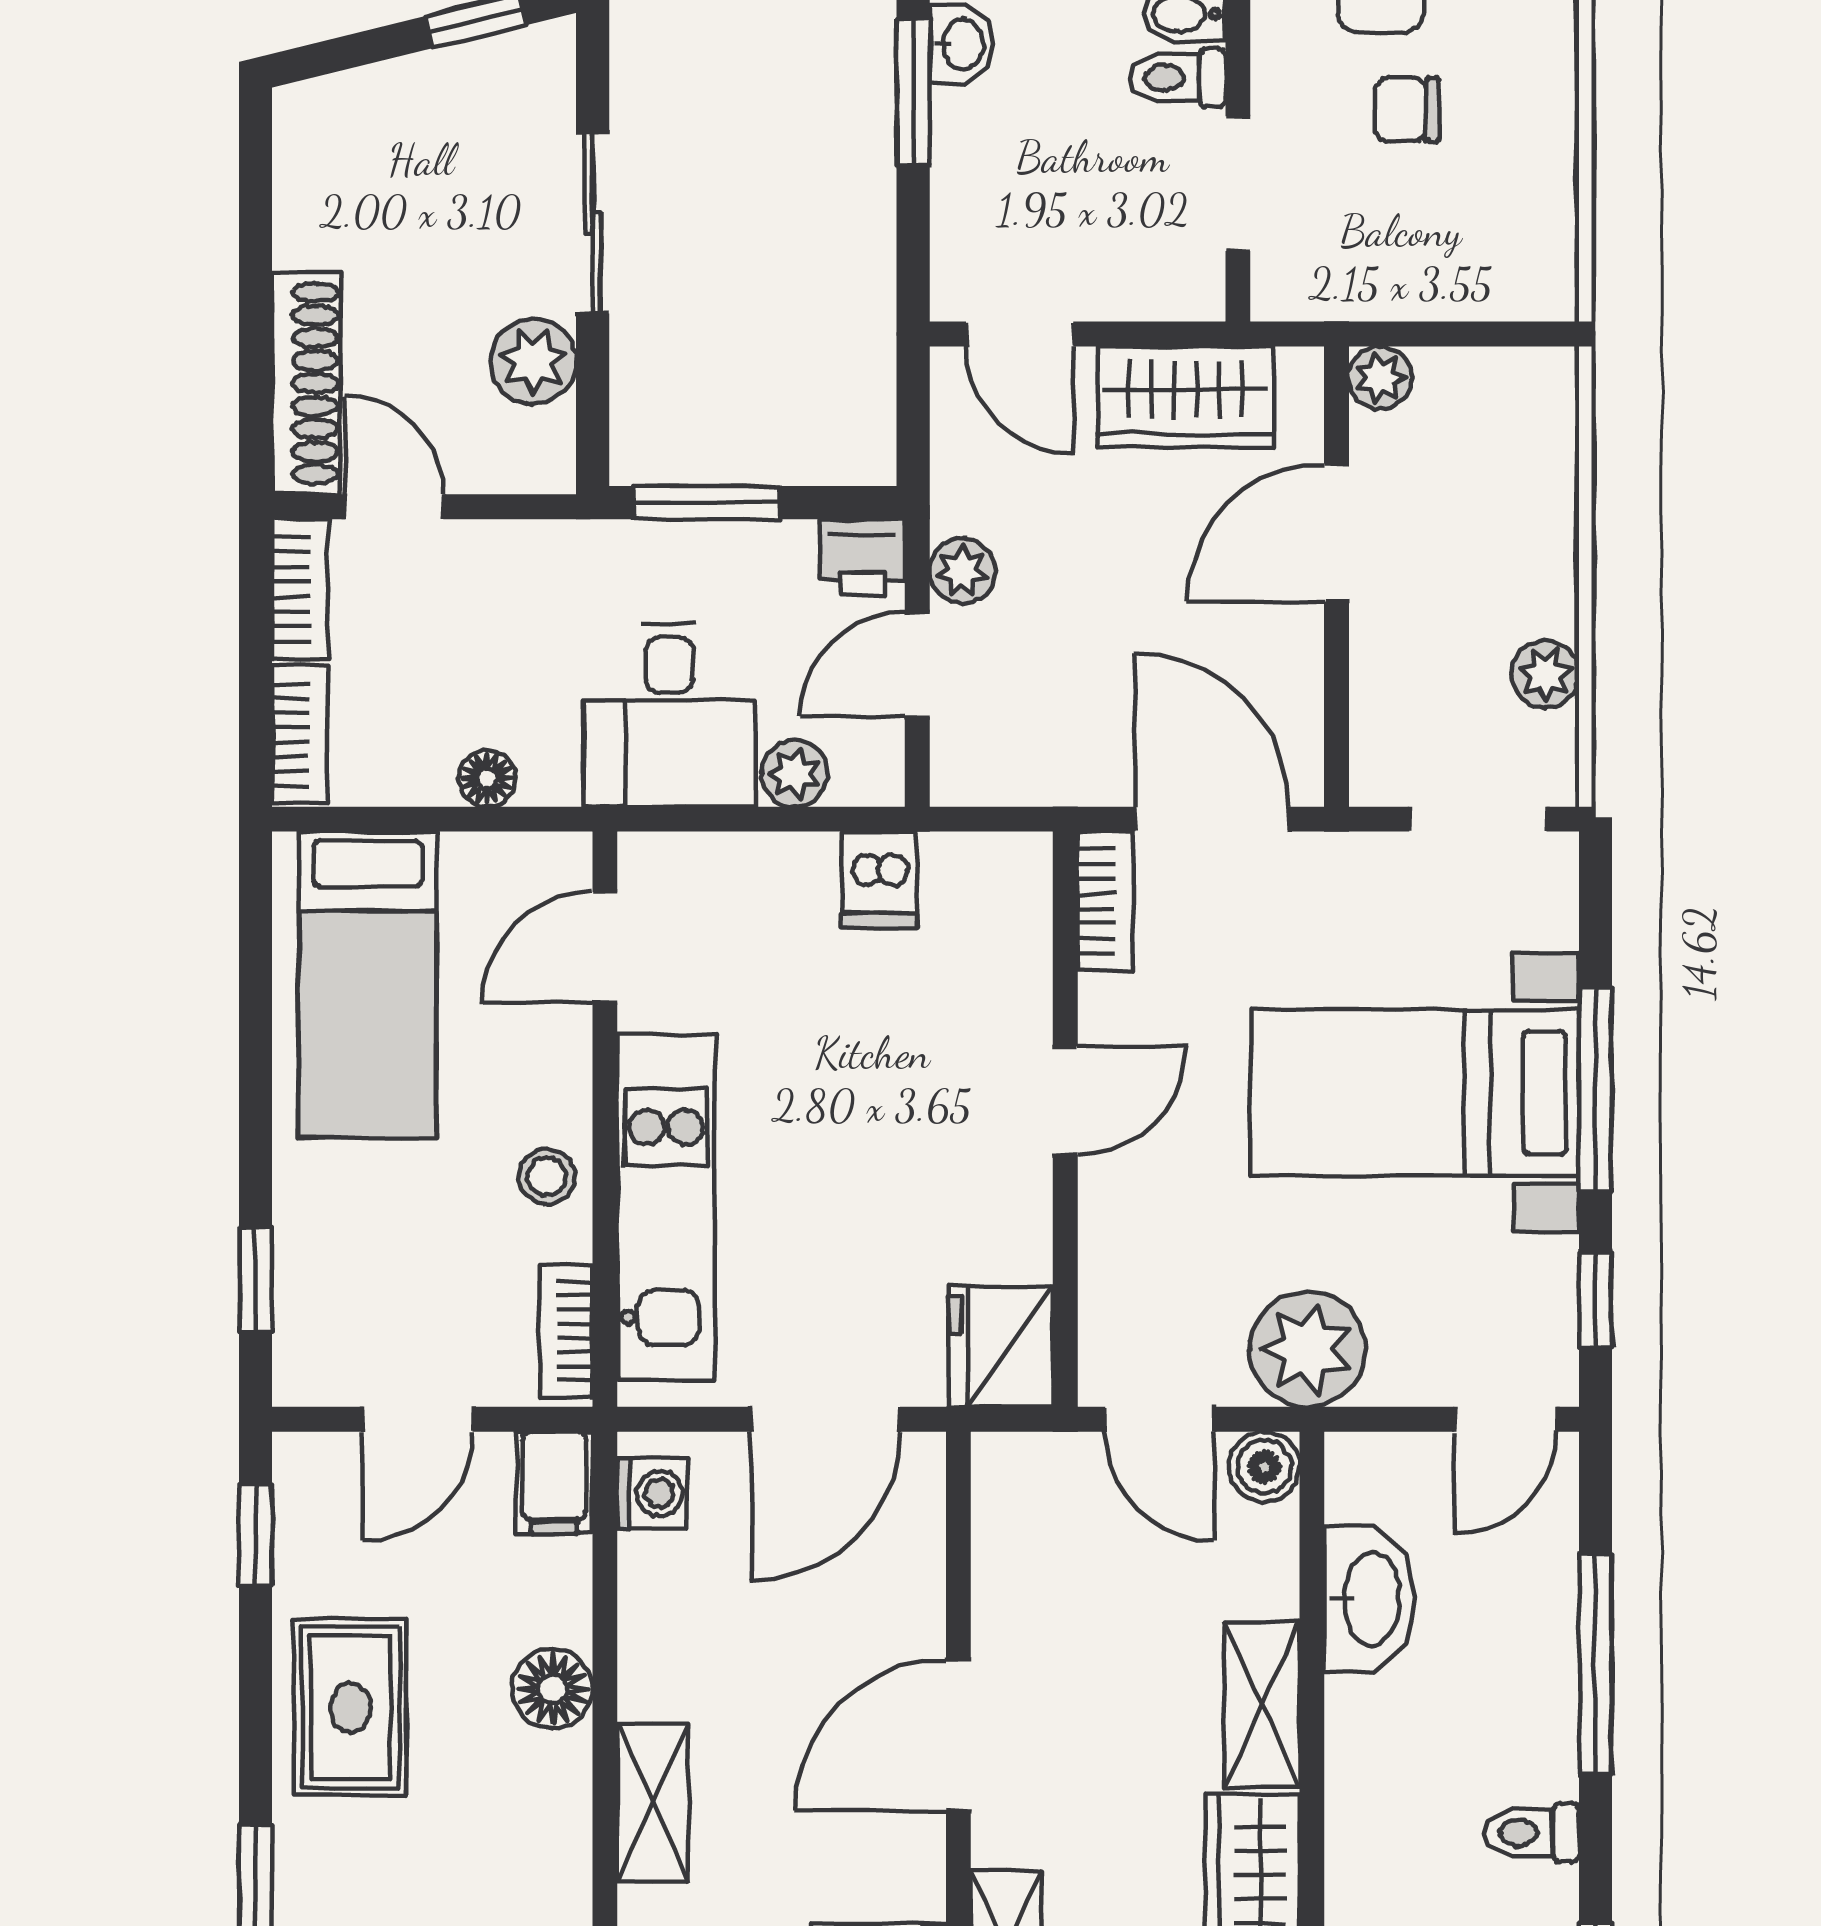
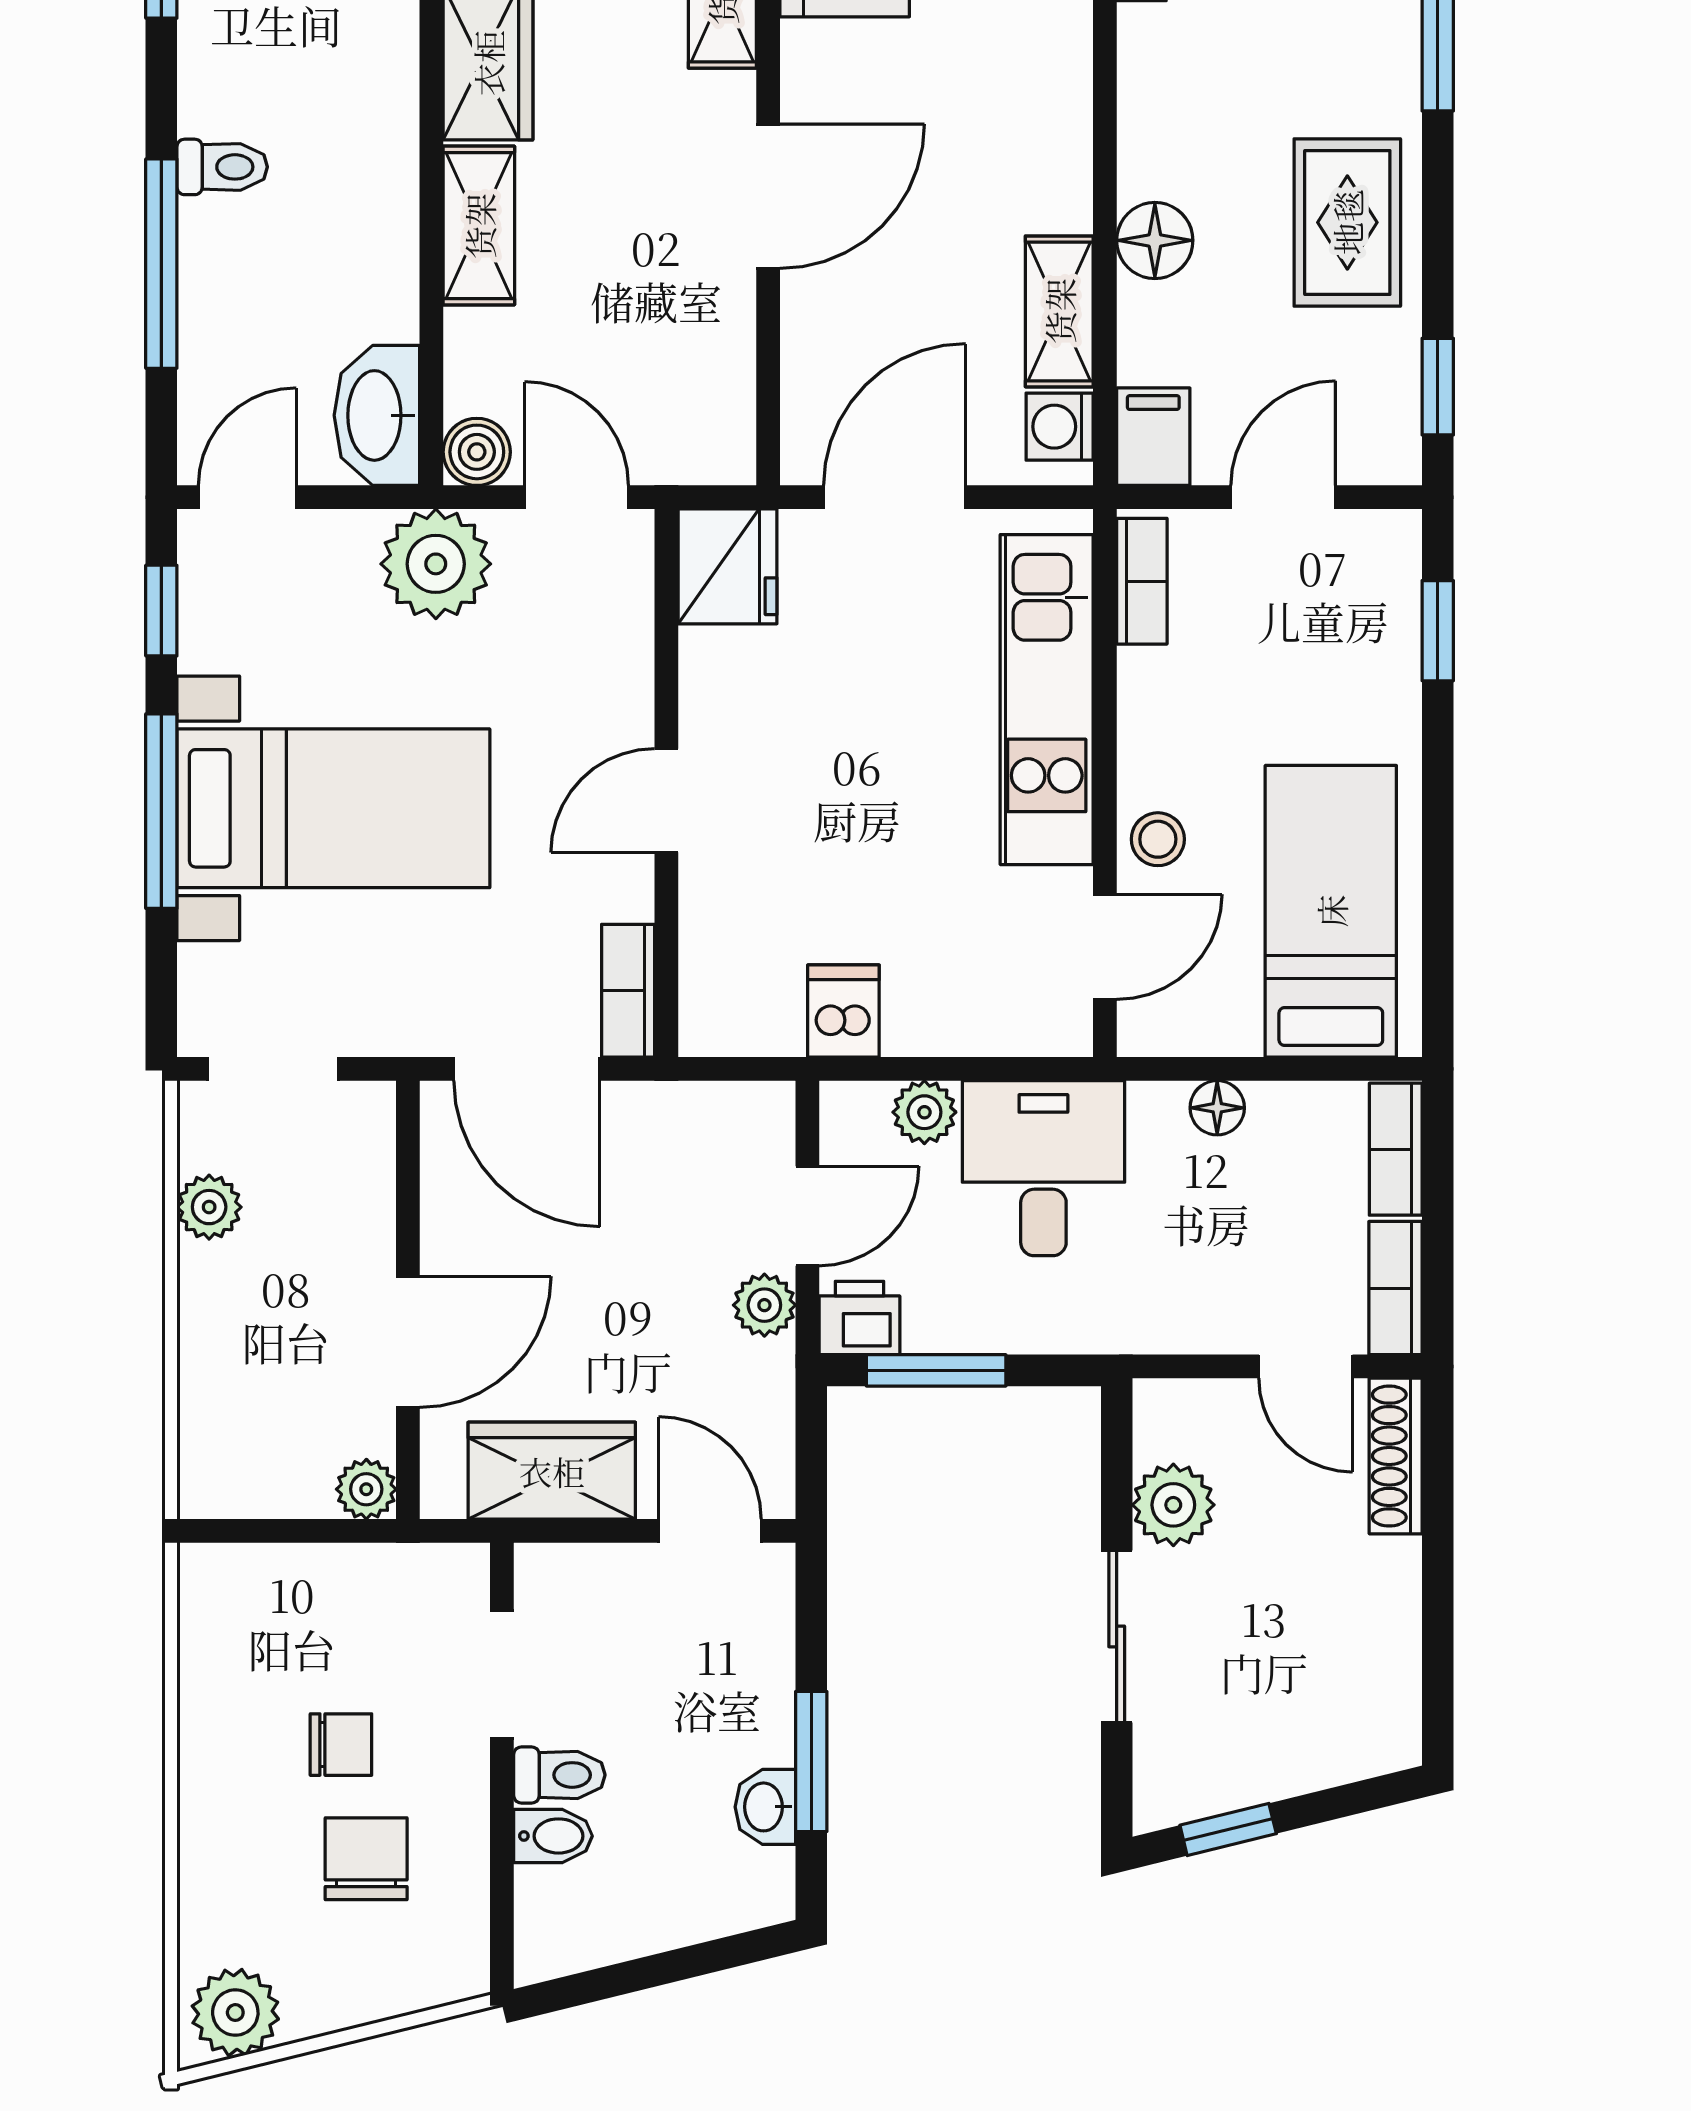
shoe rack: (306, 383) -> (1396, 1456), width x0.74, depth x0.81
window: (707, 503) -> (936, 1370), moved
stool: (547, 1177) -> (1158, 839), moved
washbasin: (1369, 1599) -> (377, 415), moved
shelving: (653, 1803) -> (1059, 311), moved
toilet: (1532, 1833) -> (222, 167), moved

